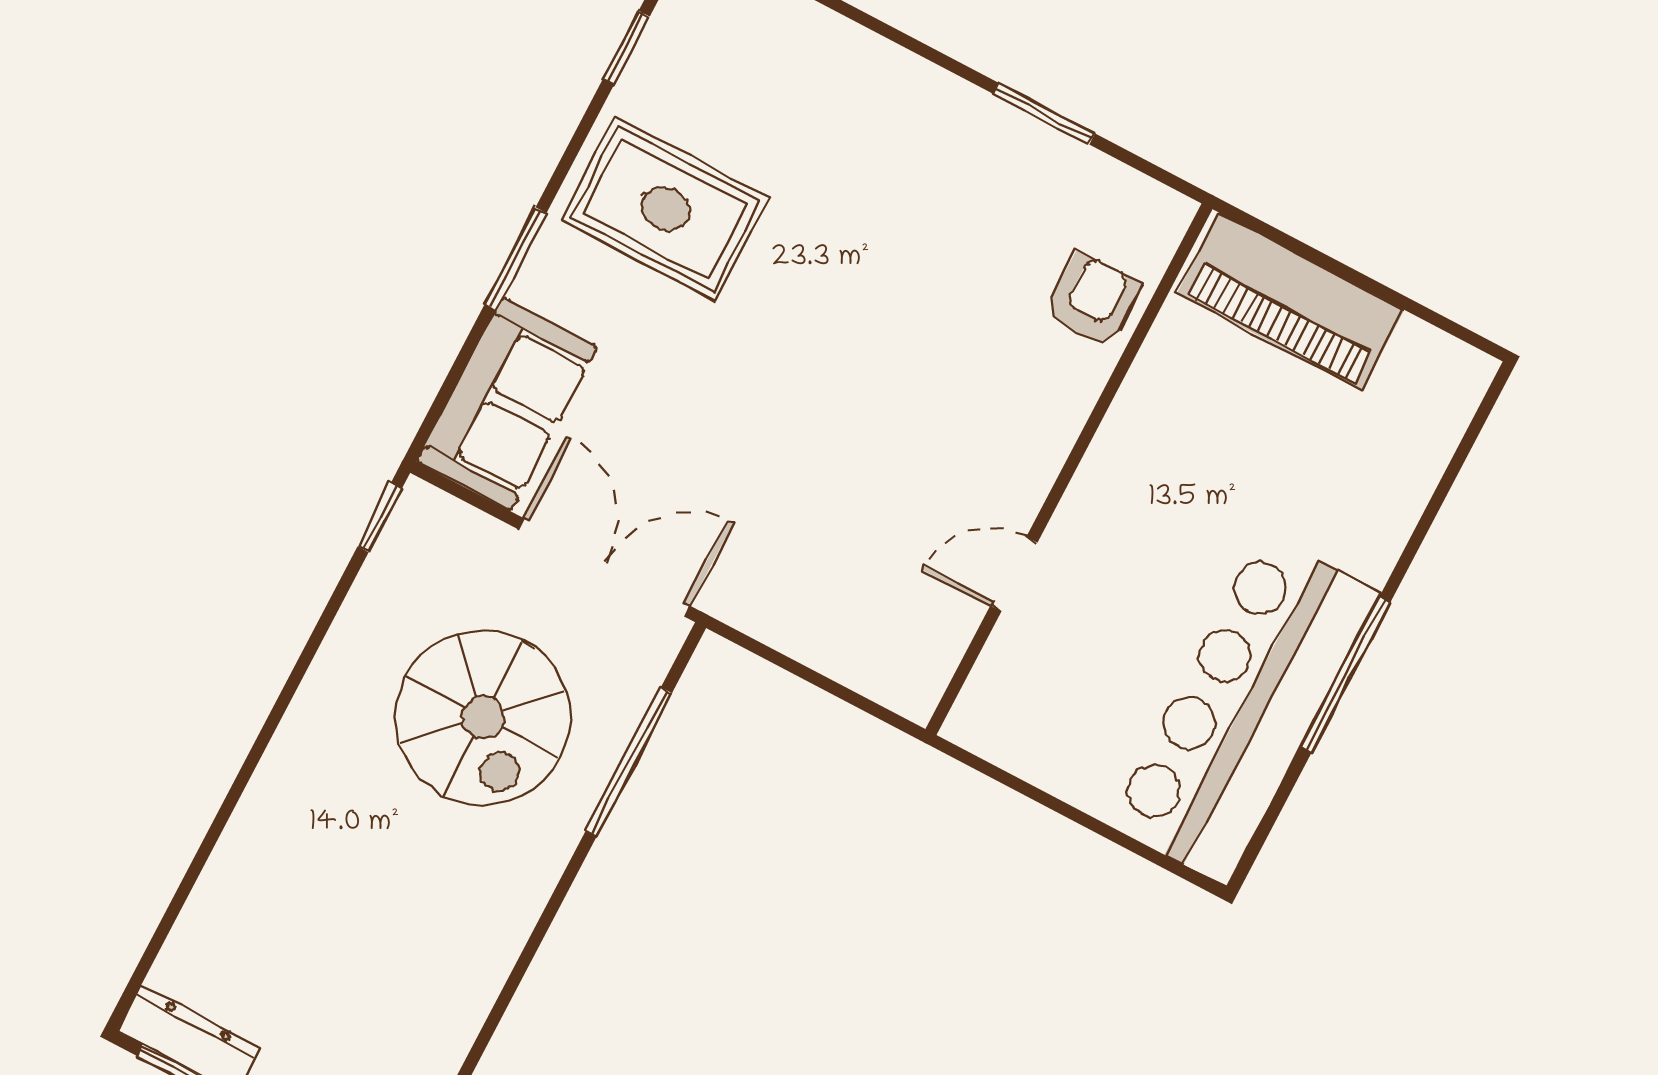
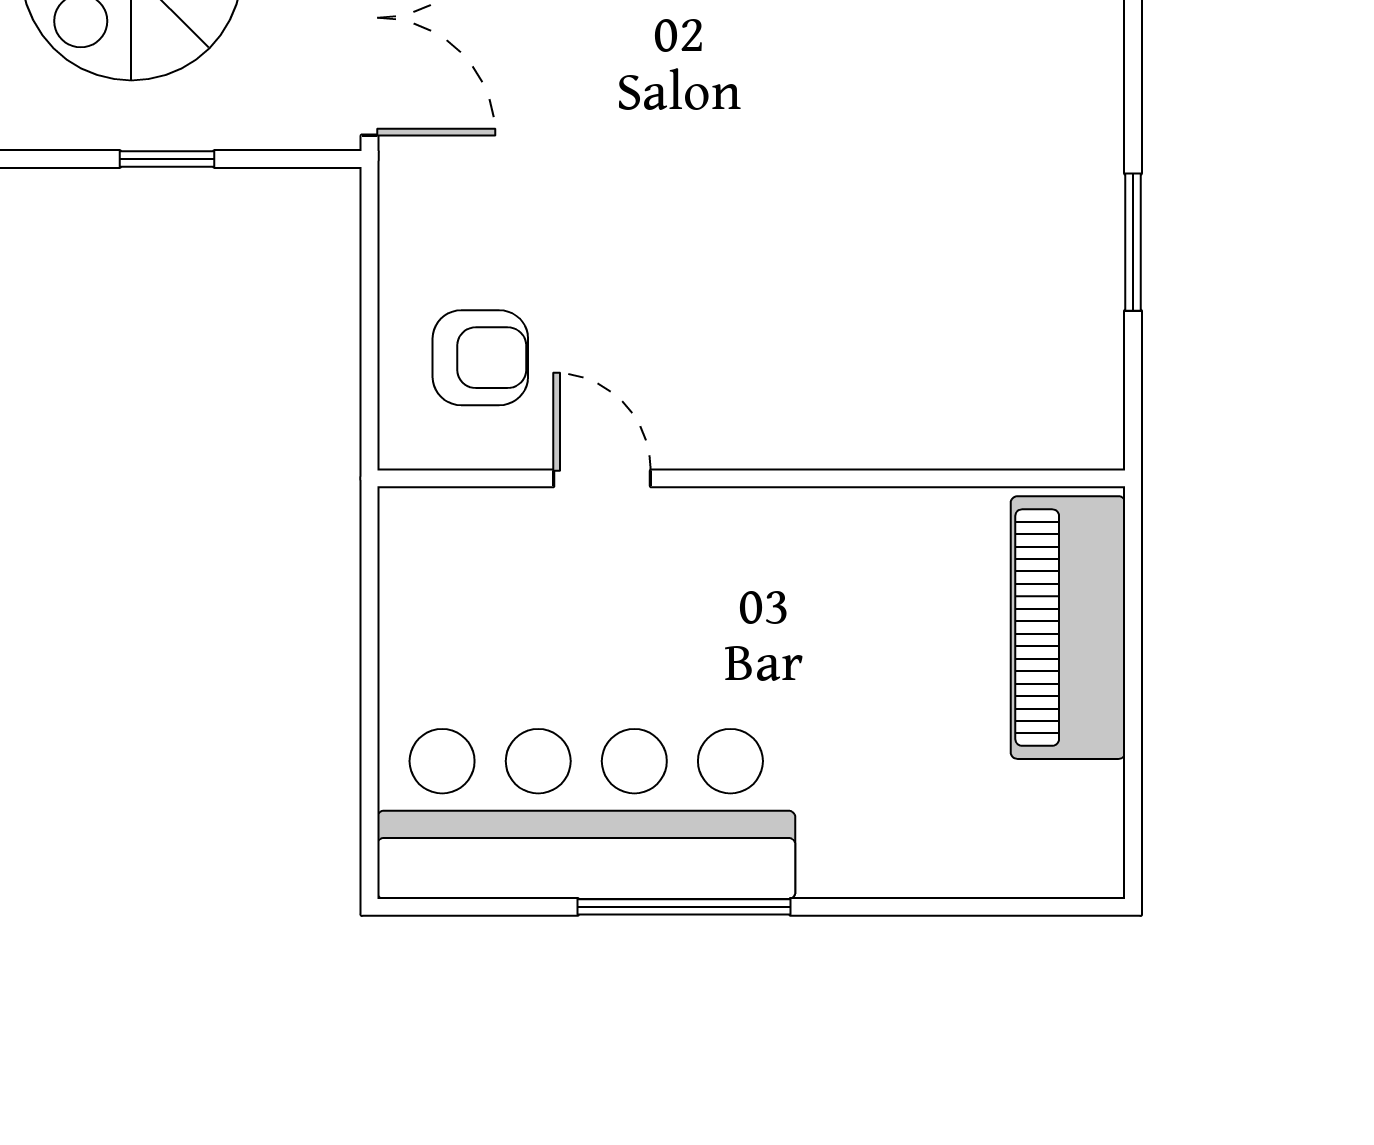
armchair: (1093, 300) -> (480, 358), moved
window: (629, 762) -> (167, 159), width x0.46

